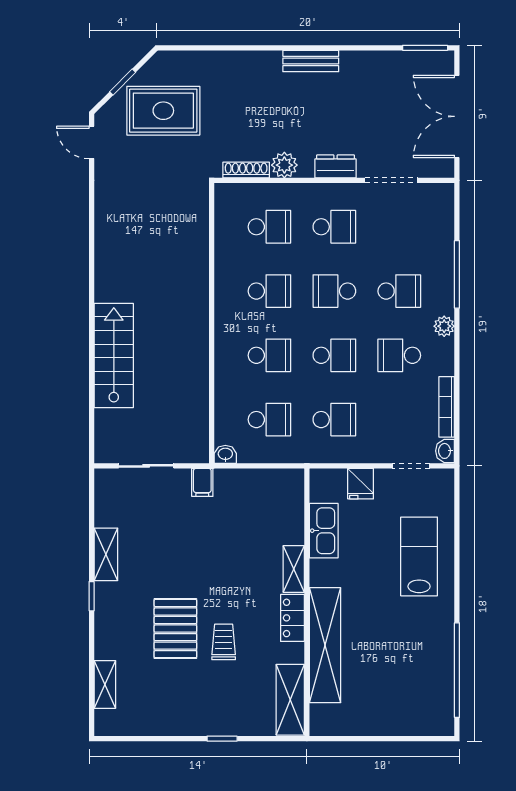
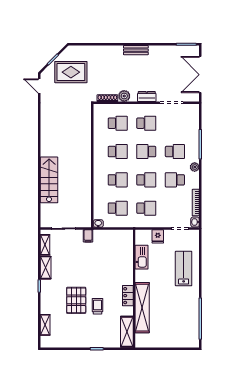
shelving: (294, 569) -> (45, 245), moved

